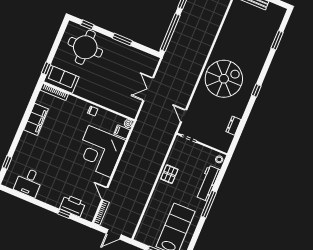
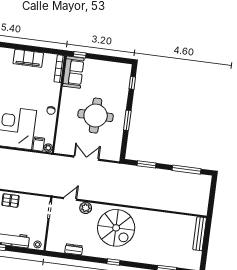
window: (170, 32) -> (147, 164), width x0.47
round table: (85, 47) -> (96, 116), moved
plant: (196, 103) -> (86, 208), added

